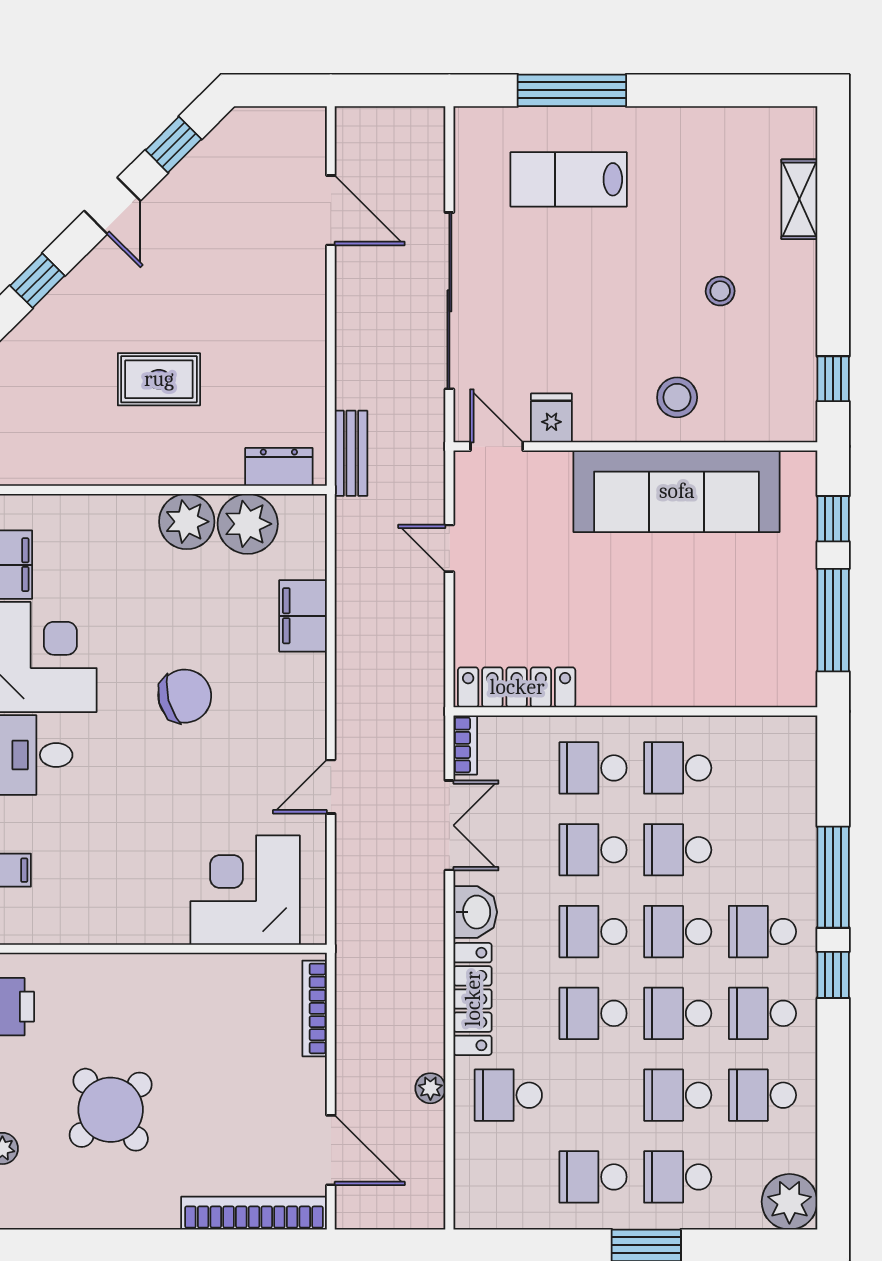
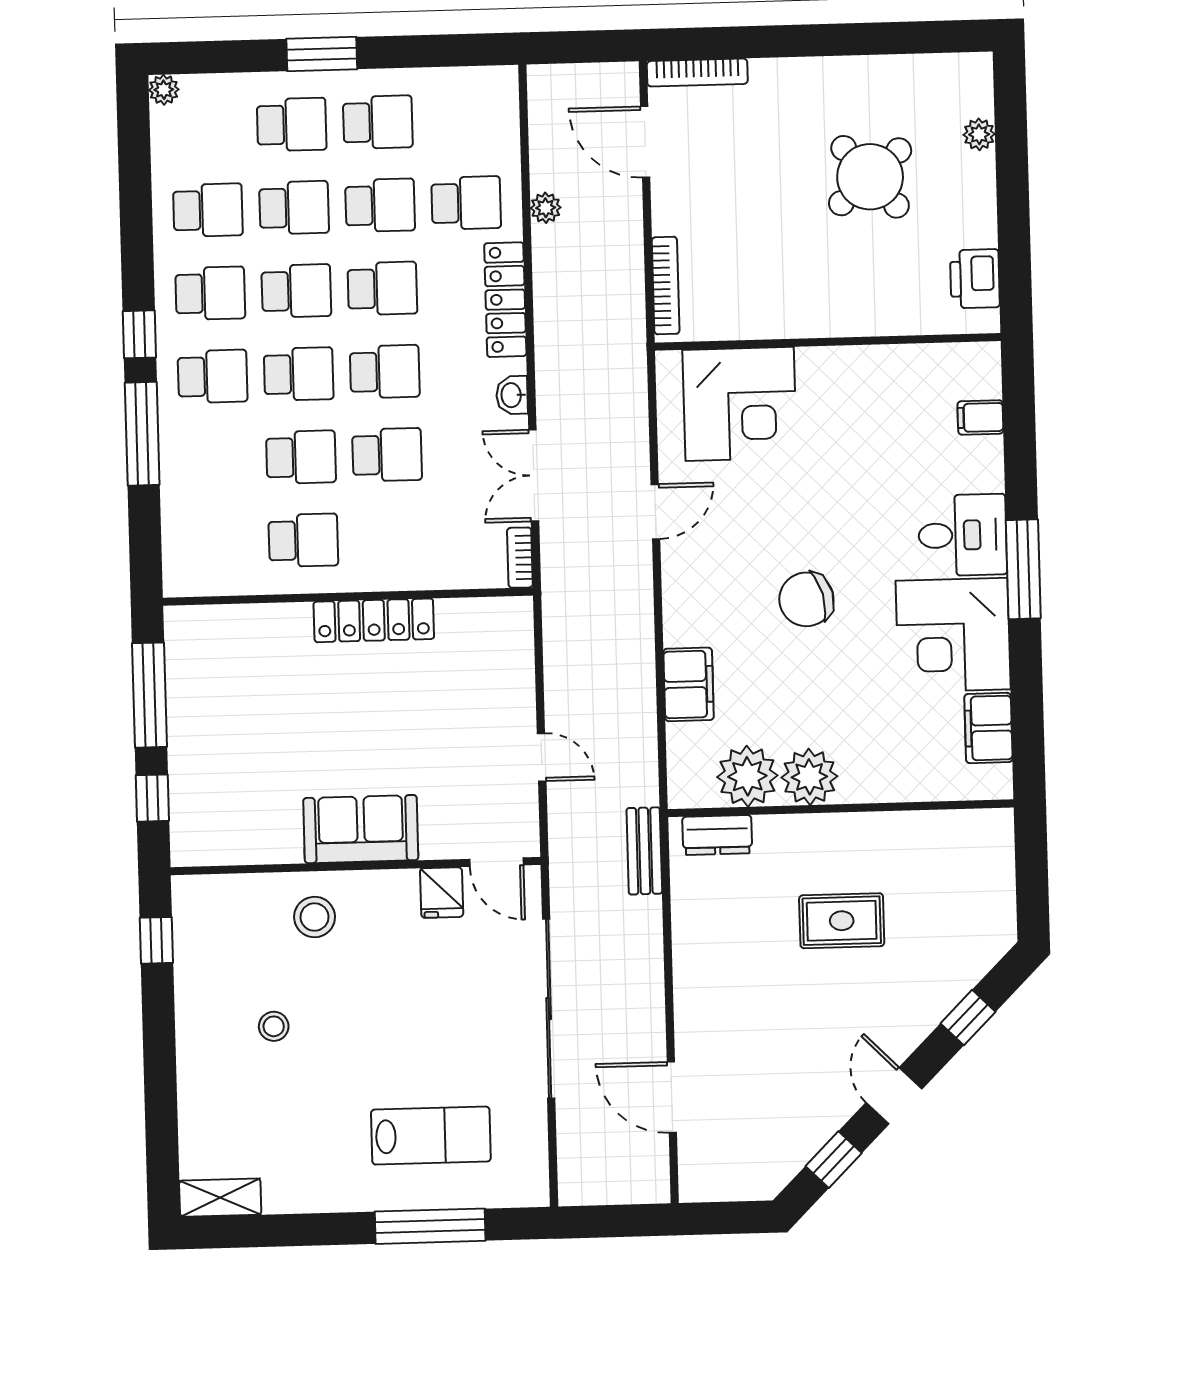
shelving: (799, 199) -> (220, 1198), moved, turned 90
sofa: (677, 491) -> (361, 829), width x0.54, depth x0.79
locker: (517, 687) -> (374, 620), moved
school desk: (593, 768) -> (380, 205), moved
washbasin: (475, 912) -> (512, 395), width x0.72, depth x0.69
plant: (789, 1202) -> (164, 90), width x0.53, depth x0.53
bookcase: (254, 1213) -> (697, 72), width x0.68, depth x0.76

